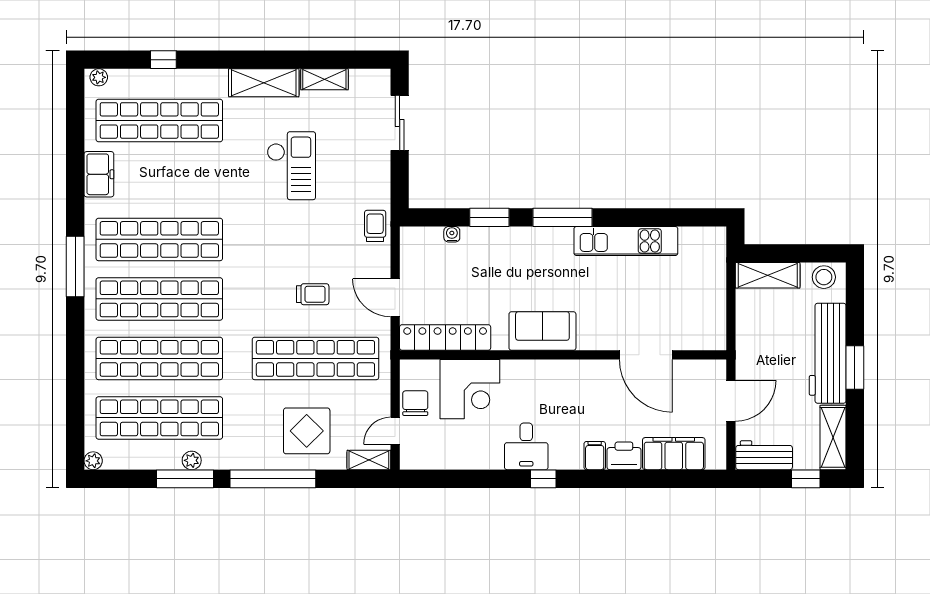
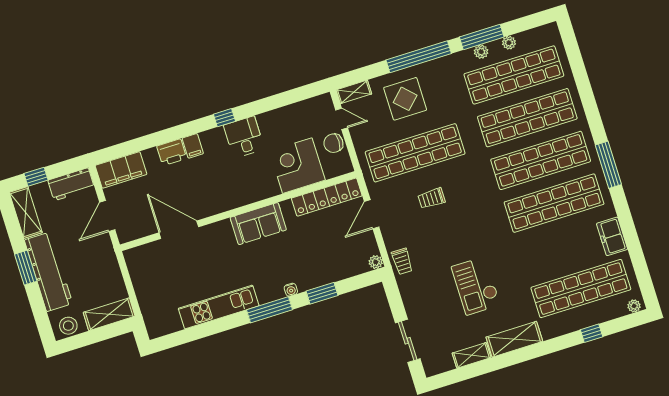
water cooler: (452, 234) -> (291, 290), moved
plant: (409, 236) -> (376, 262), added
door: (395, 298) -> (372, 214), swing flipped
chair: (415, 403) -> (333, 143), turned 90
door: (395, 431) -> (342, 119), hinge flipped
filing cabinet: (674, 454) -> (121, 170), moved
plant: (93, 461) -> (509, 43), moved

